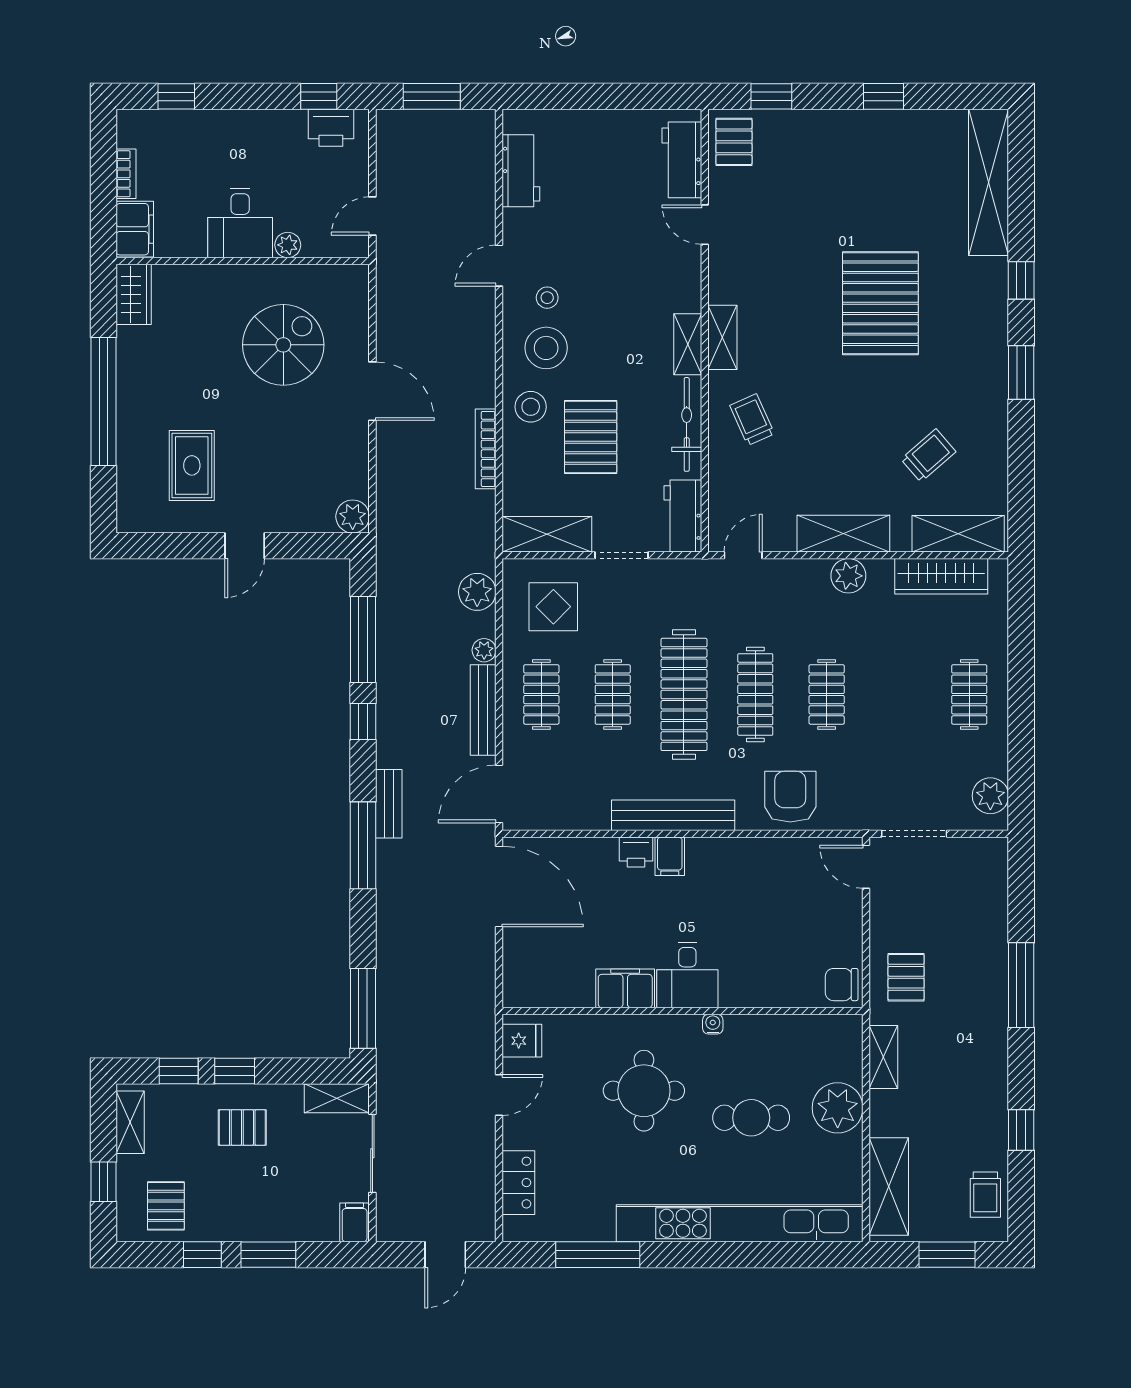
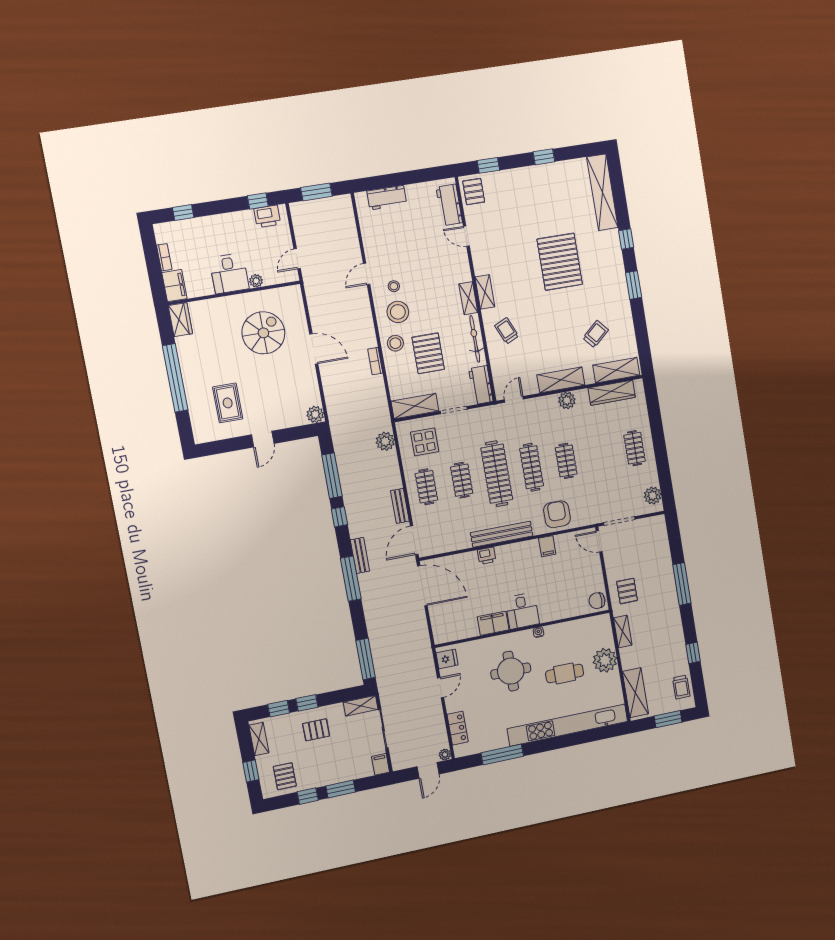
workbench: (521, 171) -> (387, 198), moved, turned 90
bookcase: (486, 449) -> (375, 361), width x0.64
plant: (484, 650) -> (445, 755), moved
bench: (483, 710) -> (400, 506), width x0.73
filing cabinet: (670, 856) -> (547, 546), moved

